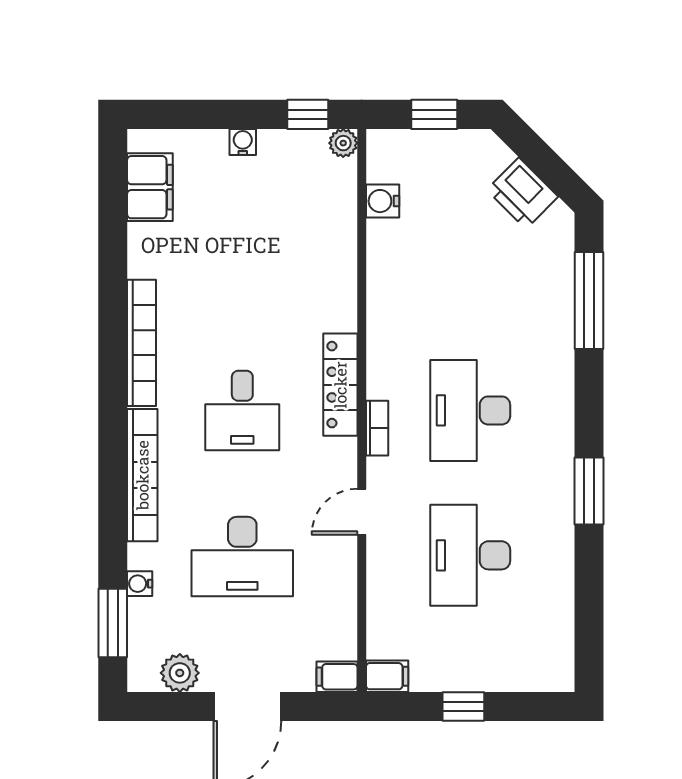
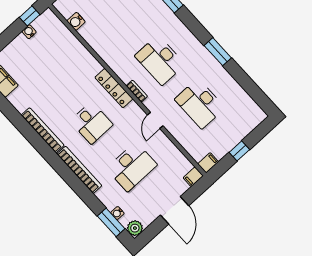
water cooler: (243, 142) -> (29, 32), moved
plant: (343, 143) -> (48, 15), removed
water cooler: (140, 584) -> (117, 213), moved
plant: (180, 673) -> (135, 228), moved

